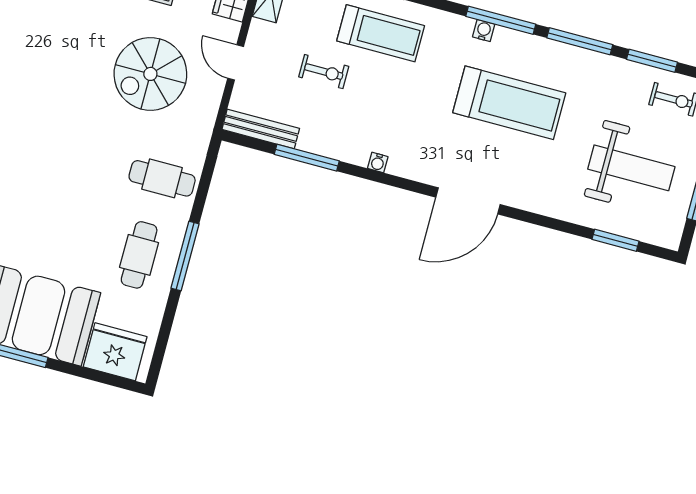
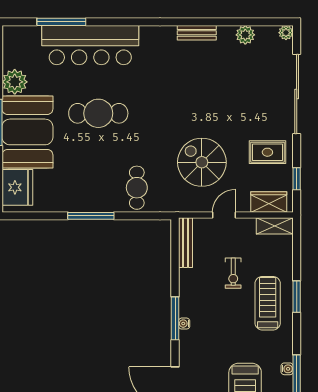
treadmill: (381, 33) -> (268, 303), turned 180
window: (307, 158) -> (175, 318), moved
cafe table: (139, 255) -> (98, 113), moved, width x1.37, depth x1.35

